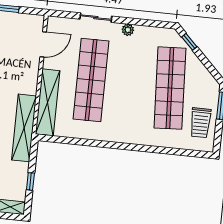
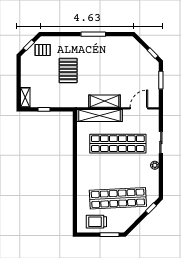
door: (43, 44) -> (139, 108), swing flipped
shelving: (24, 128) -> (104, 101), moved, width x0.68

